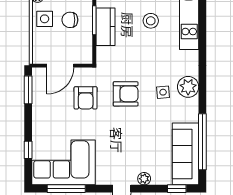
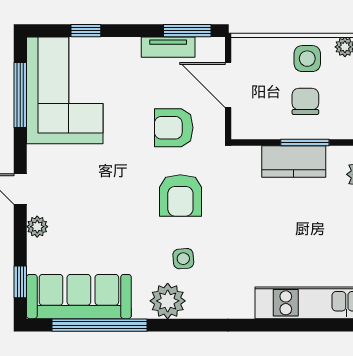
stool: (151, 21) -> (304, 238), removed
plant: (188, 87) -> (168, 301), moved
tv unit: (38, 101) -> (168, 47), added

